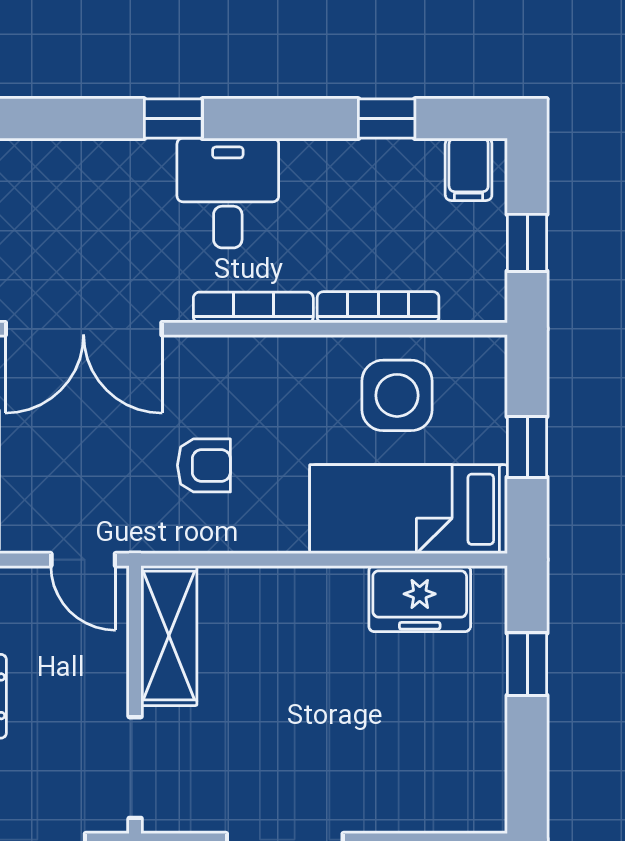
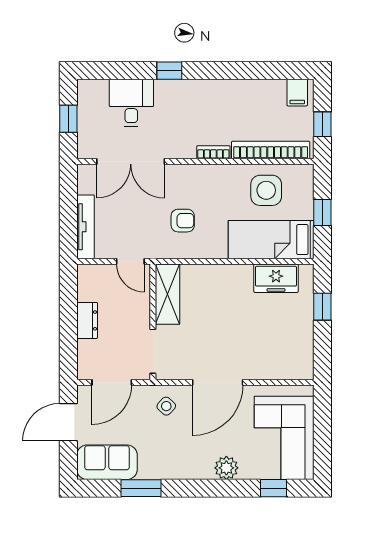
window: (387, 119) -> (262, 71), removed
desk: (228, 193) -> (131, 103), moved
bookcase: (378, 307) -> (271, 150), width x1.48, depth x1.31
bookcase: (253, 308) -> (213, 152), width x0.64

